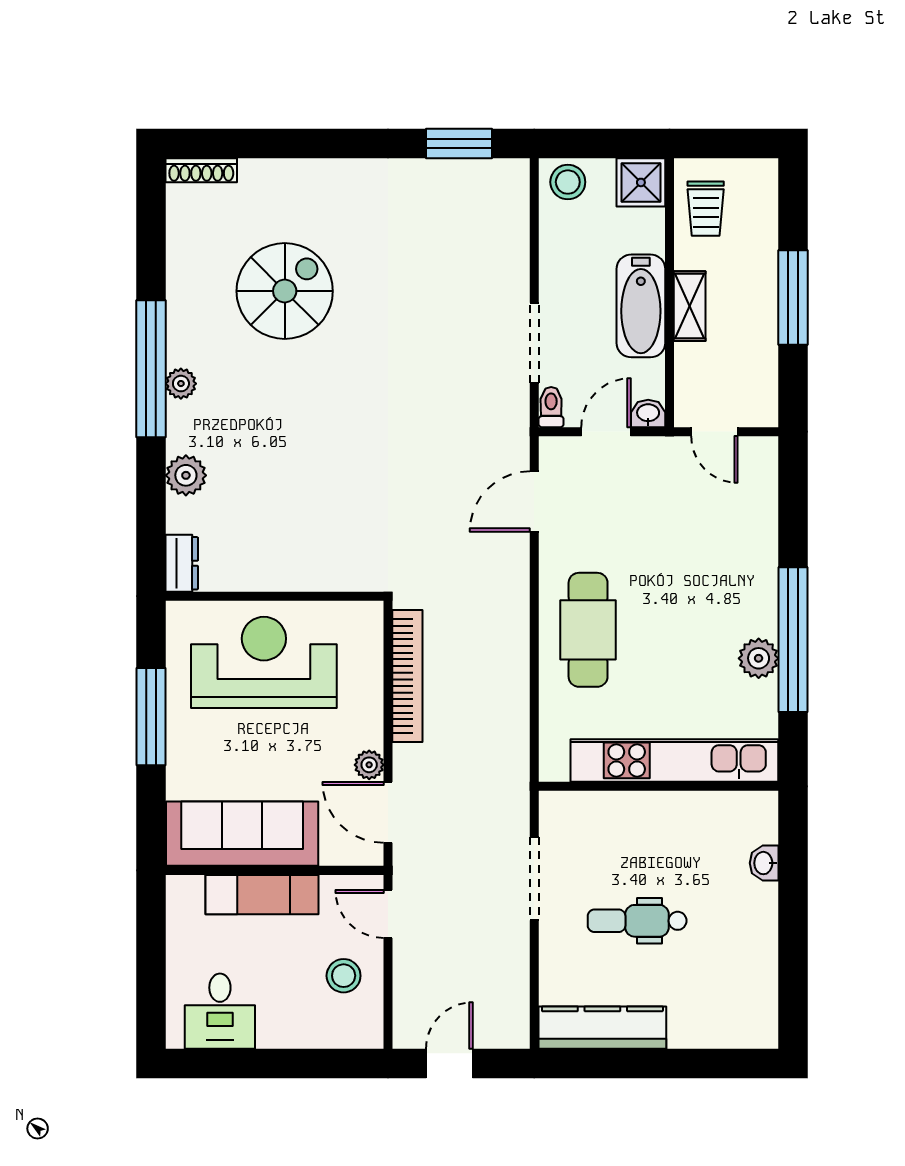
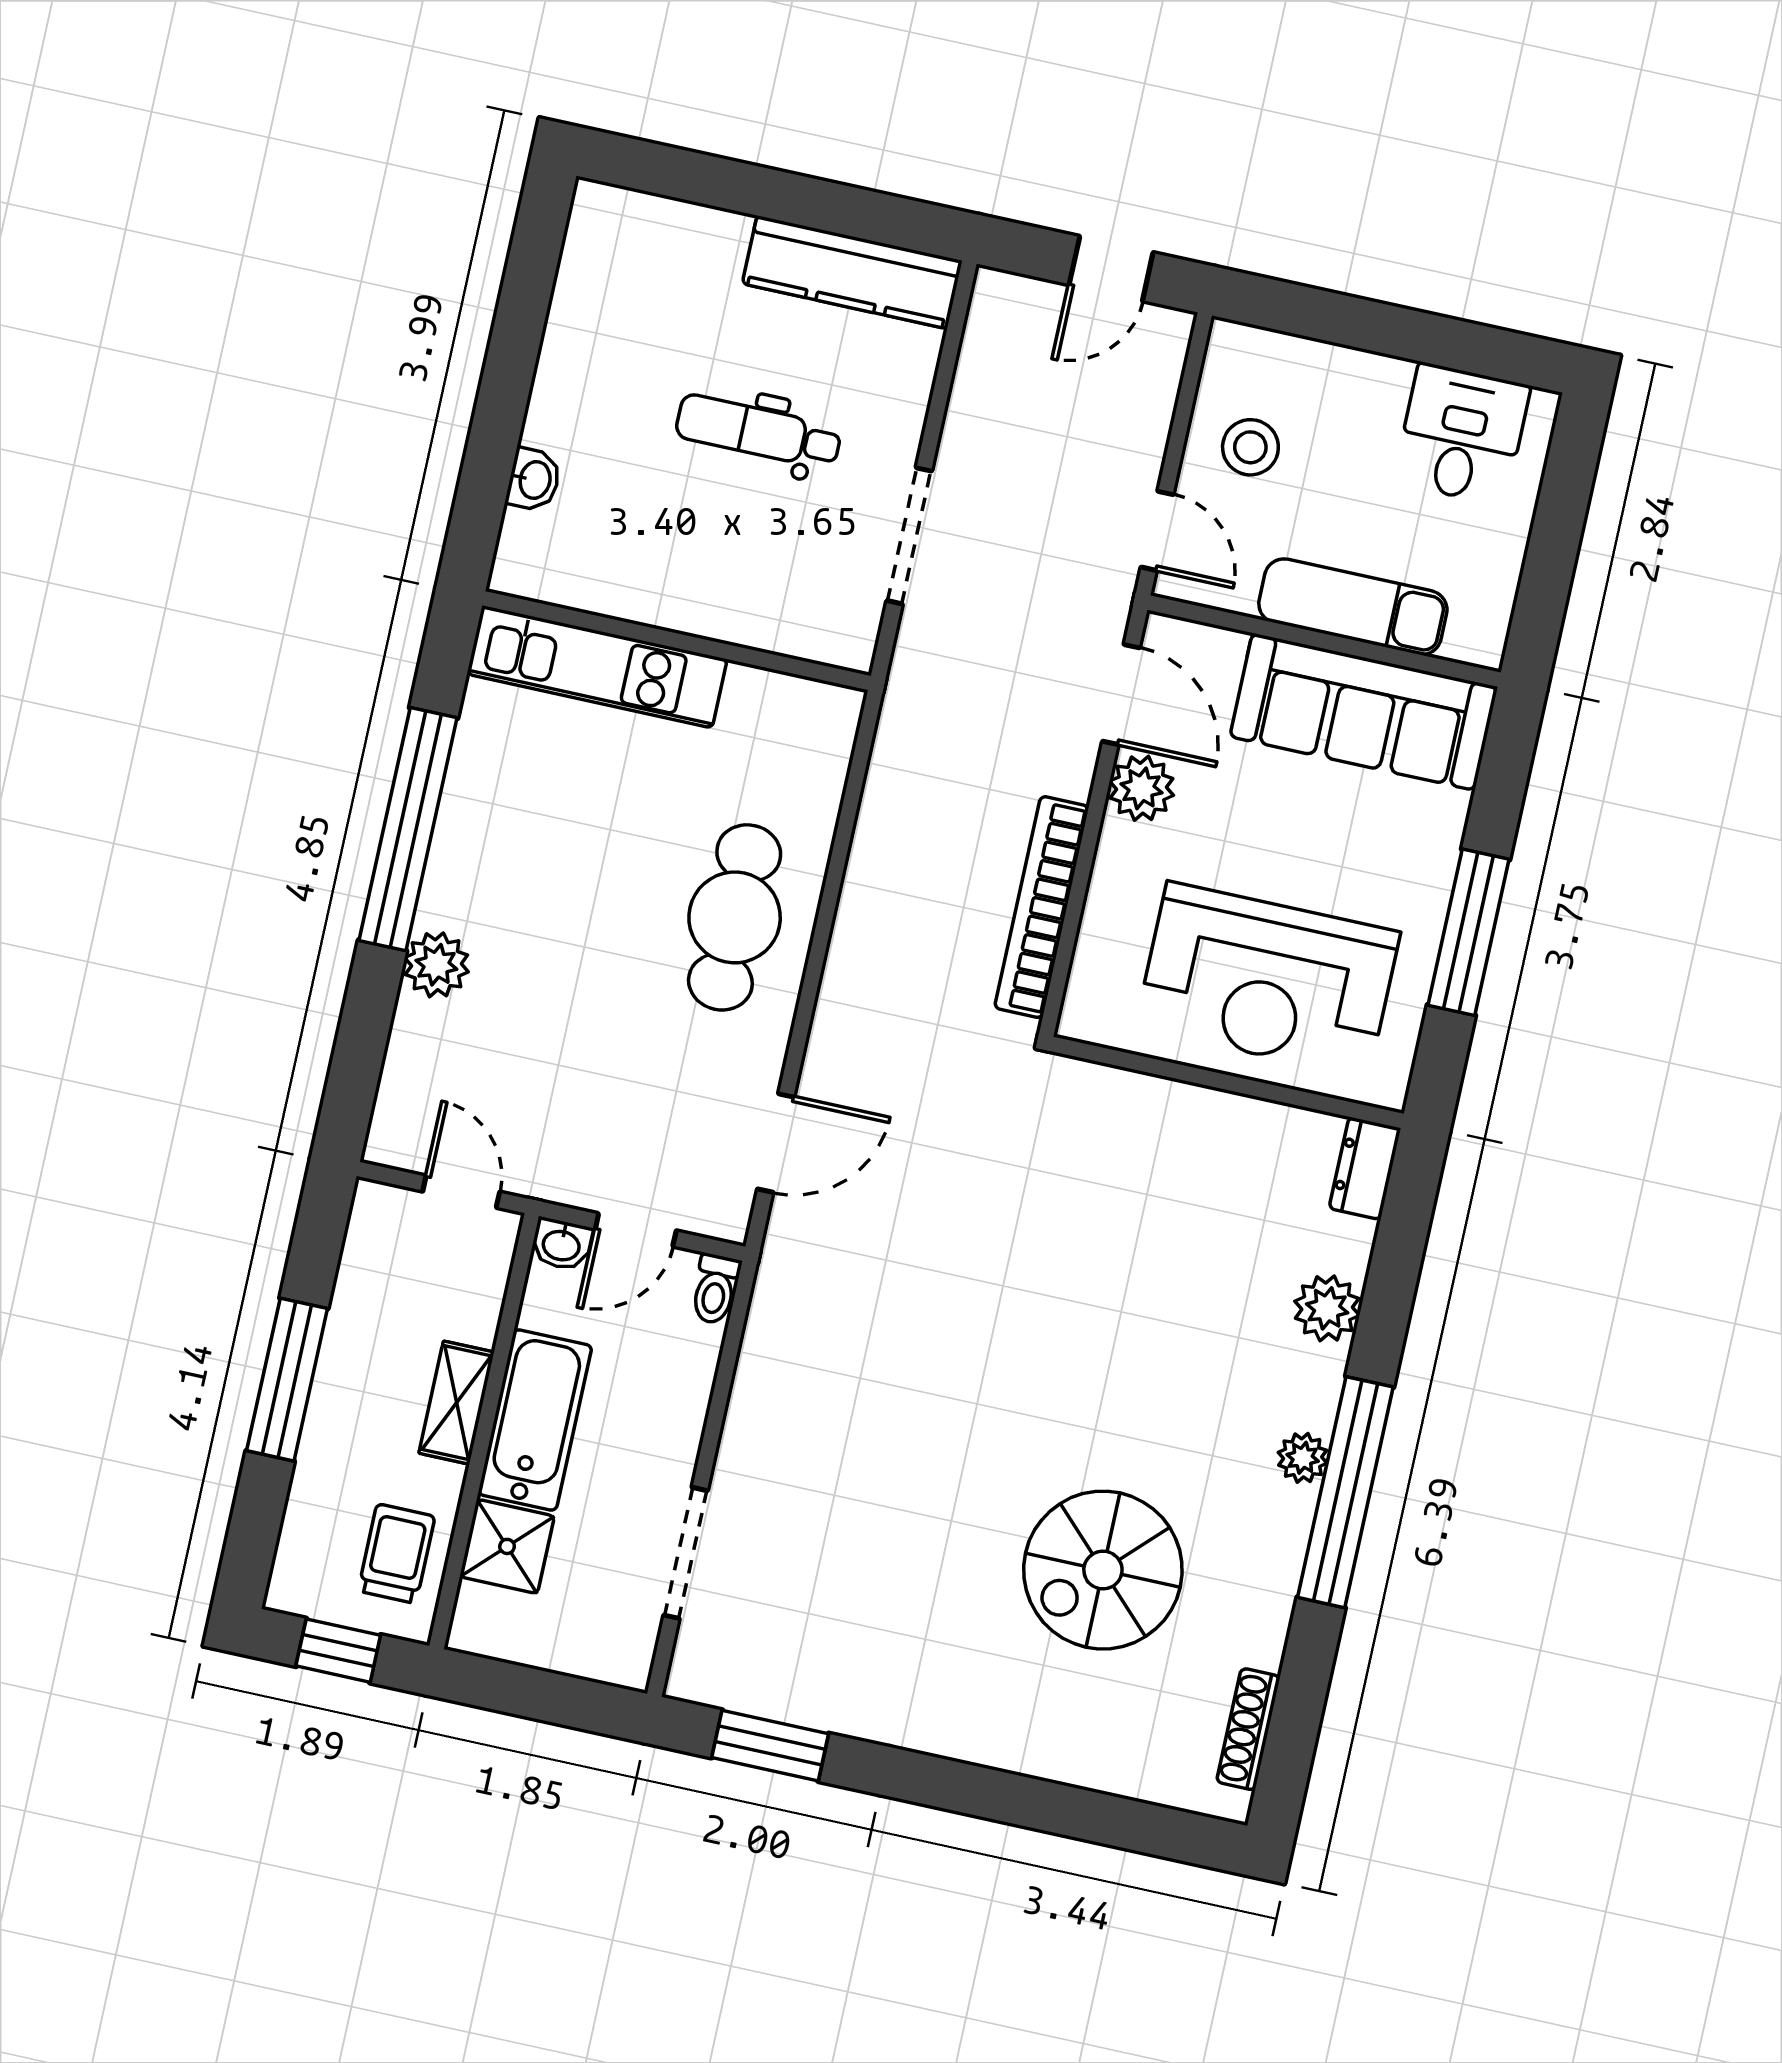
window: (727, 144) -> (338, 1651), added
shoe rack: (201, 170) -> (1248, 1729), moved, turned -90
stool: (568, 182) -> (609, 1645), removed
shower: (641, 182) -> (507, 1546), moved
doorway: (534, 343) -> (686, 1553), moved
plant: (759, 658) -> (436, 965), moved
kitchen unit: (674, 760) -> (597, 667), width x0.73
plant: (369, 765) -> (1142, 788), width x1.38, depth x1.38
dental chair: (637, 921) -> (759, 432), turned 180

